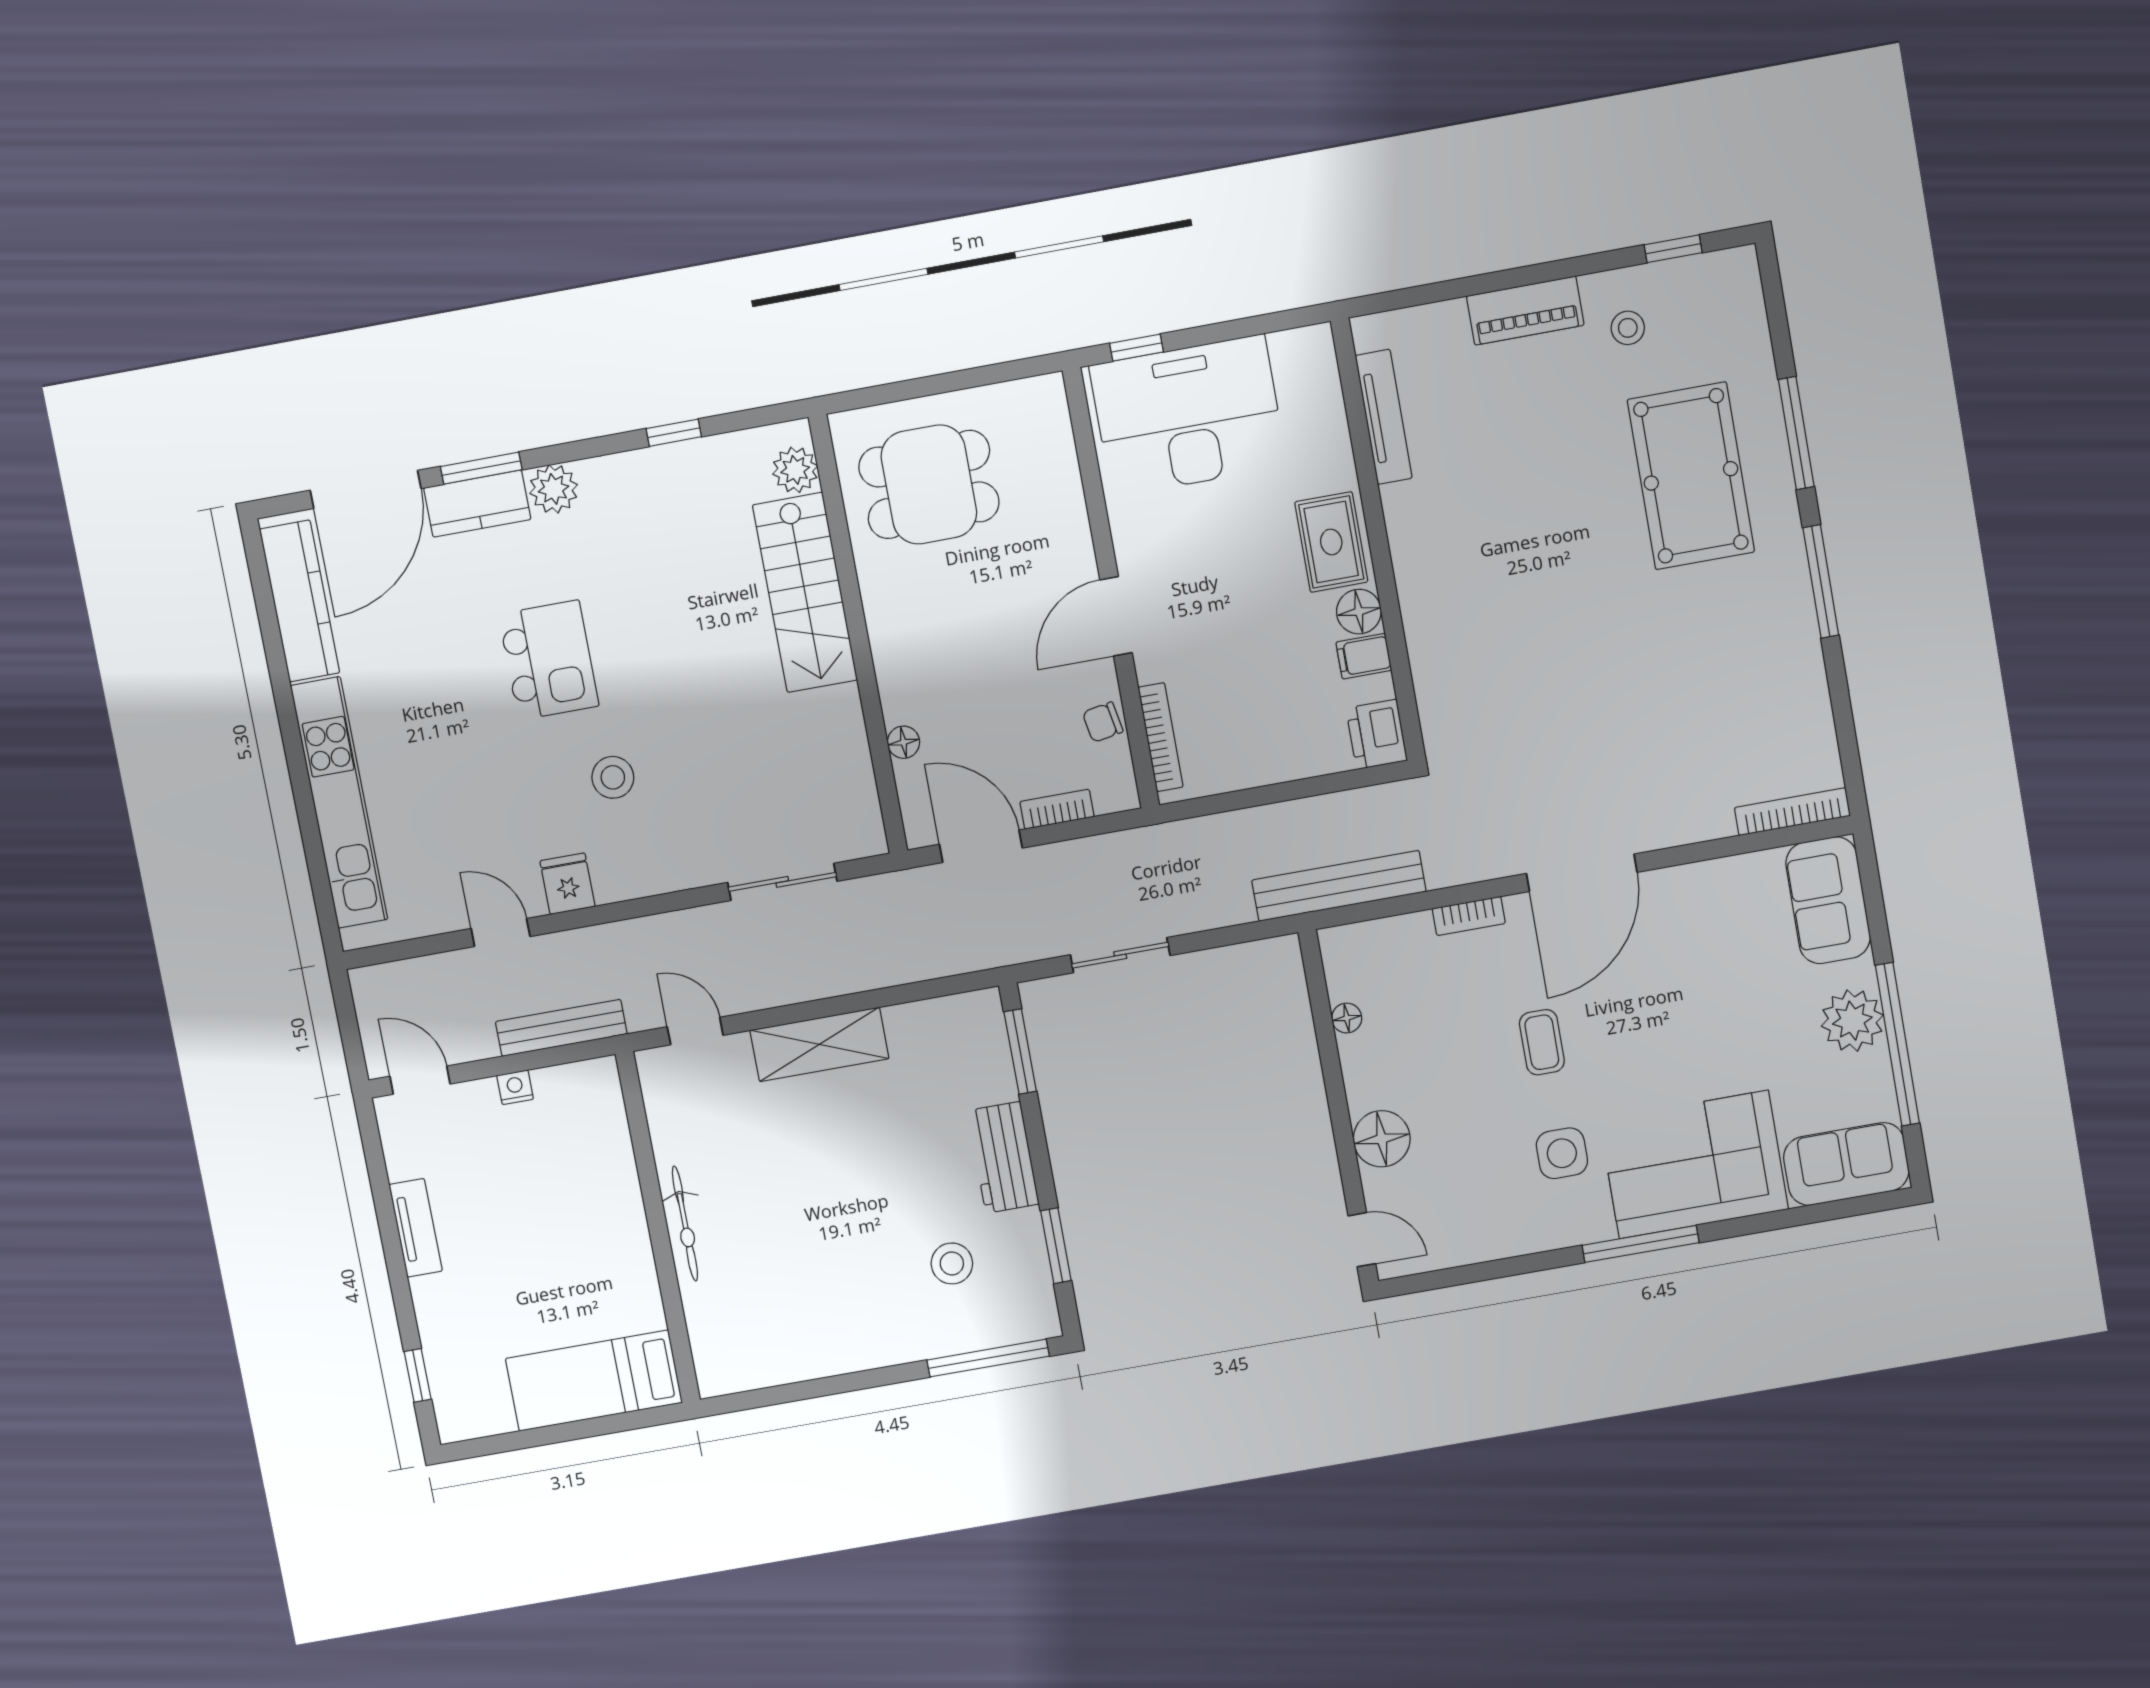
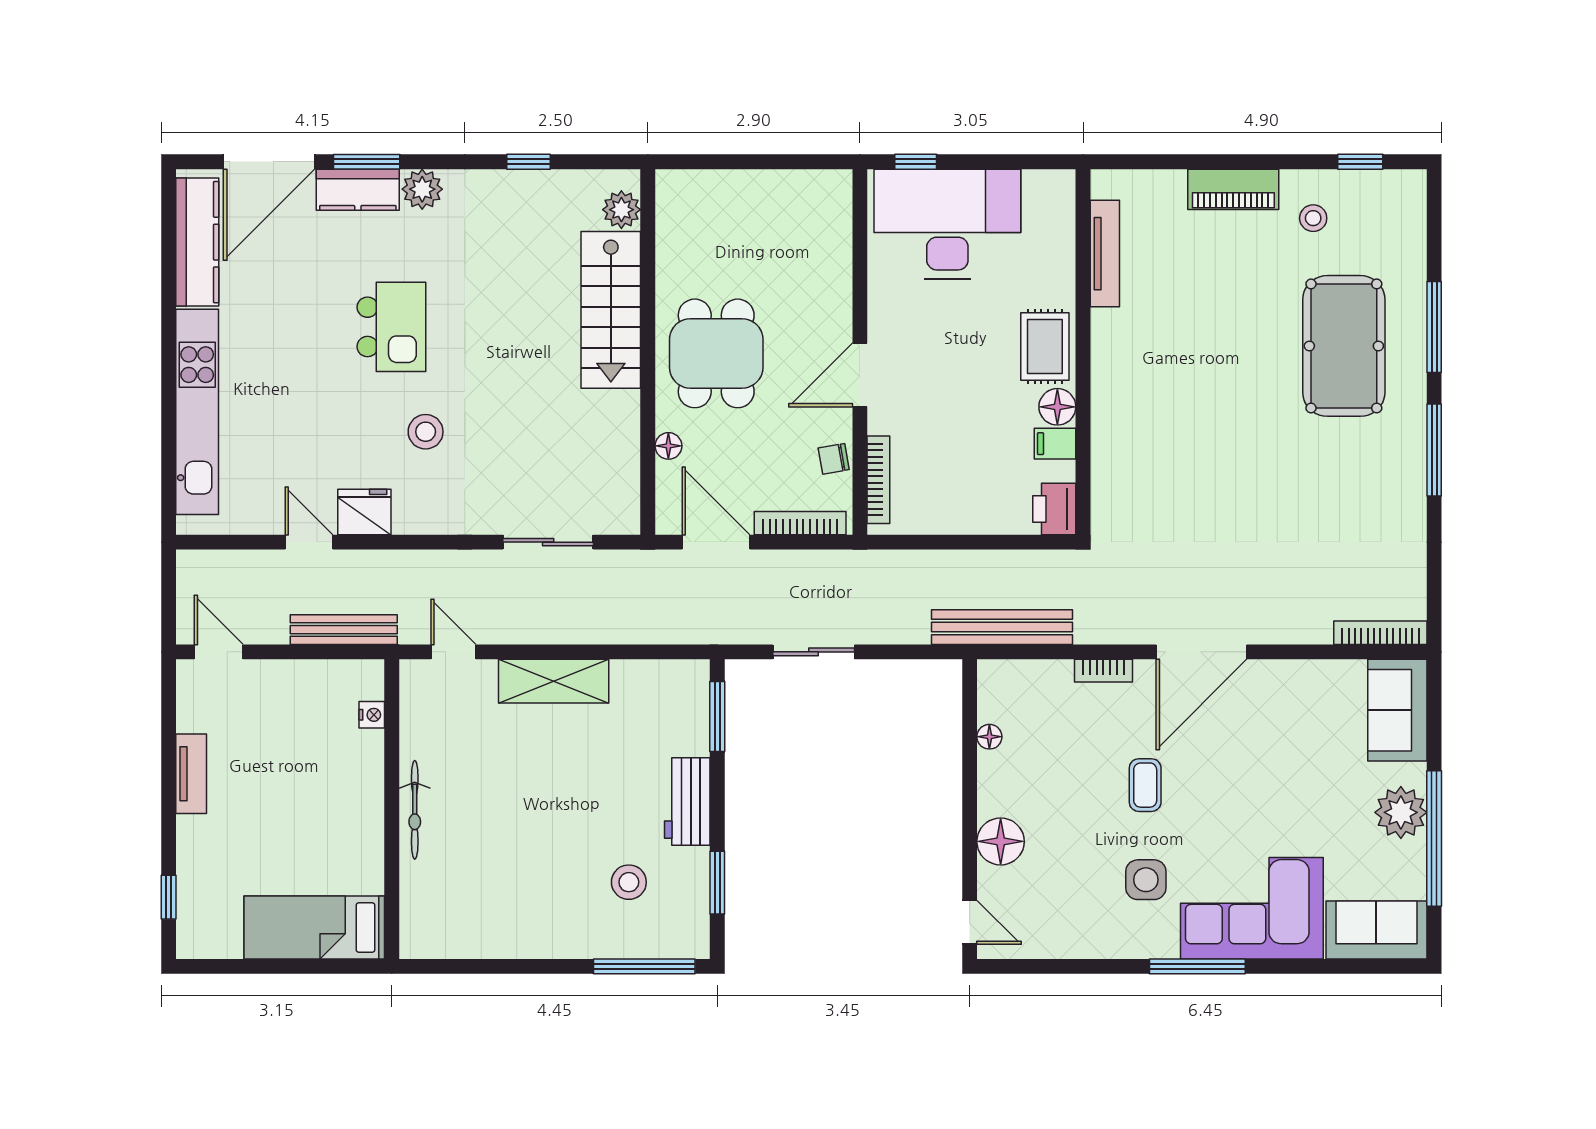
dining table: (929, 484) -> (716, 353), moved, turned 90
bookcase: (1057, 809) -> (800, 523), width x1.56
fridge: (567, 884) -> (364, 512), width x1.38
nightstand: (515, 1087) -> (372, 715), moved, turned 90

